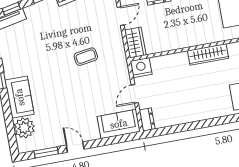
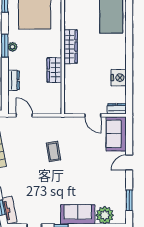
wardrobe: (135, 43) -> (54, 70), moved, turned -90
nightstand: (141, 68) -> (119, 78), moved, turned 180
door: (75, 147) -> (129, 163), moved

